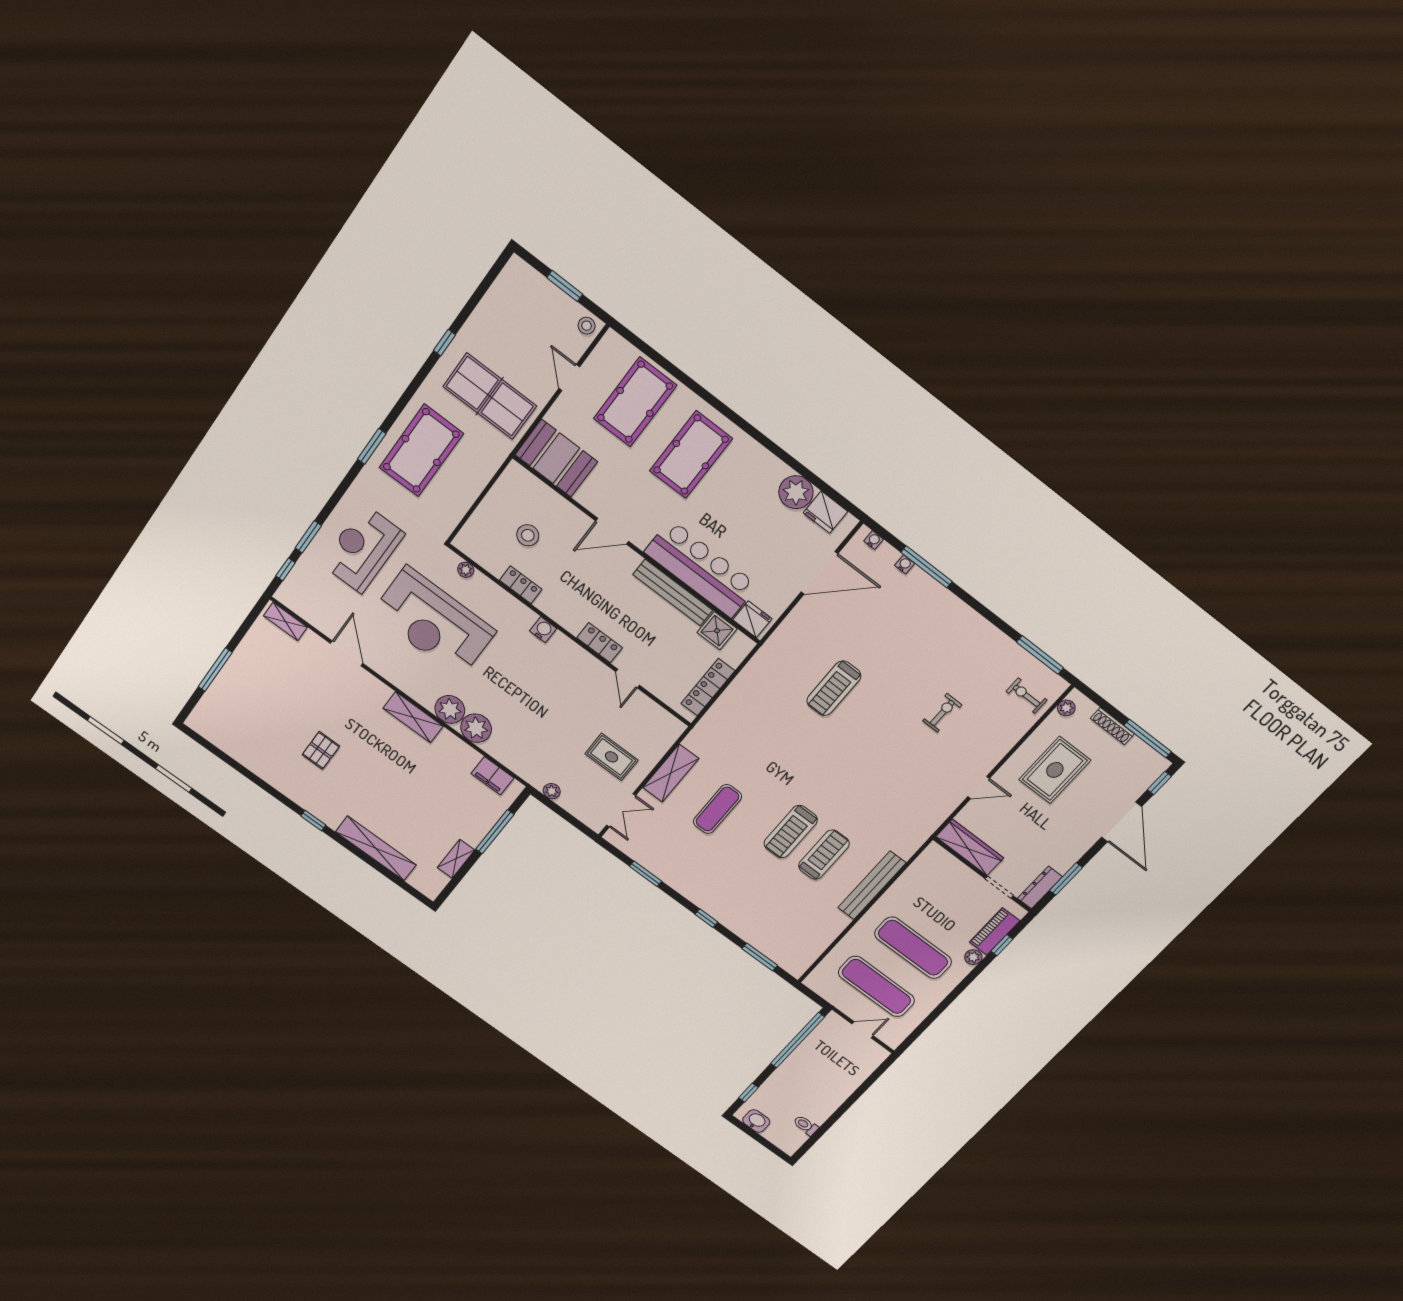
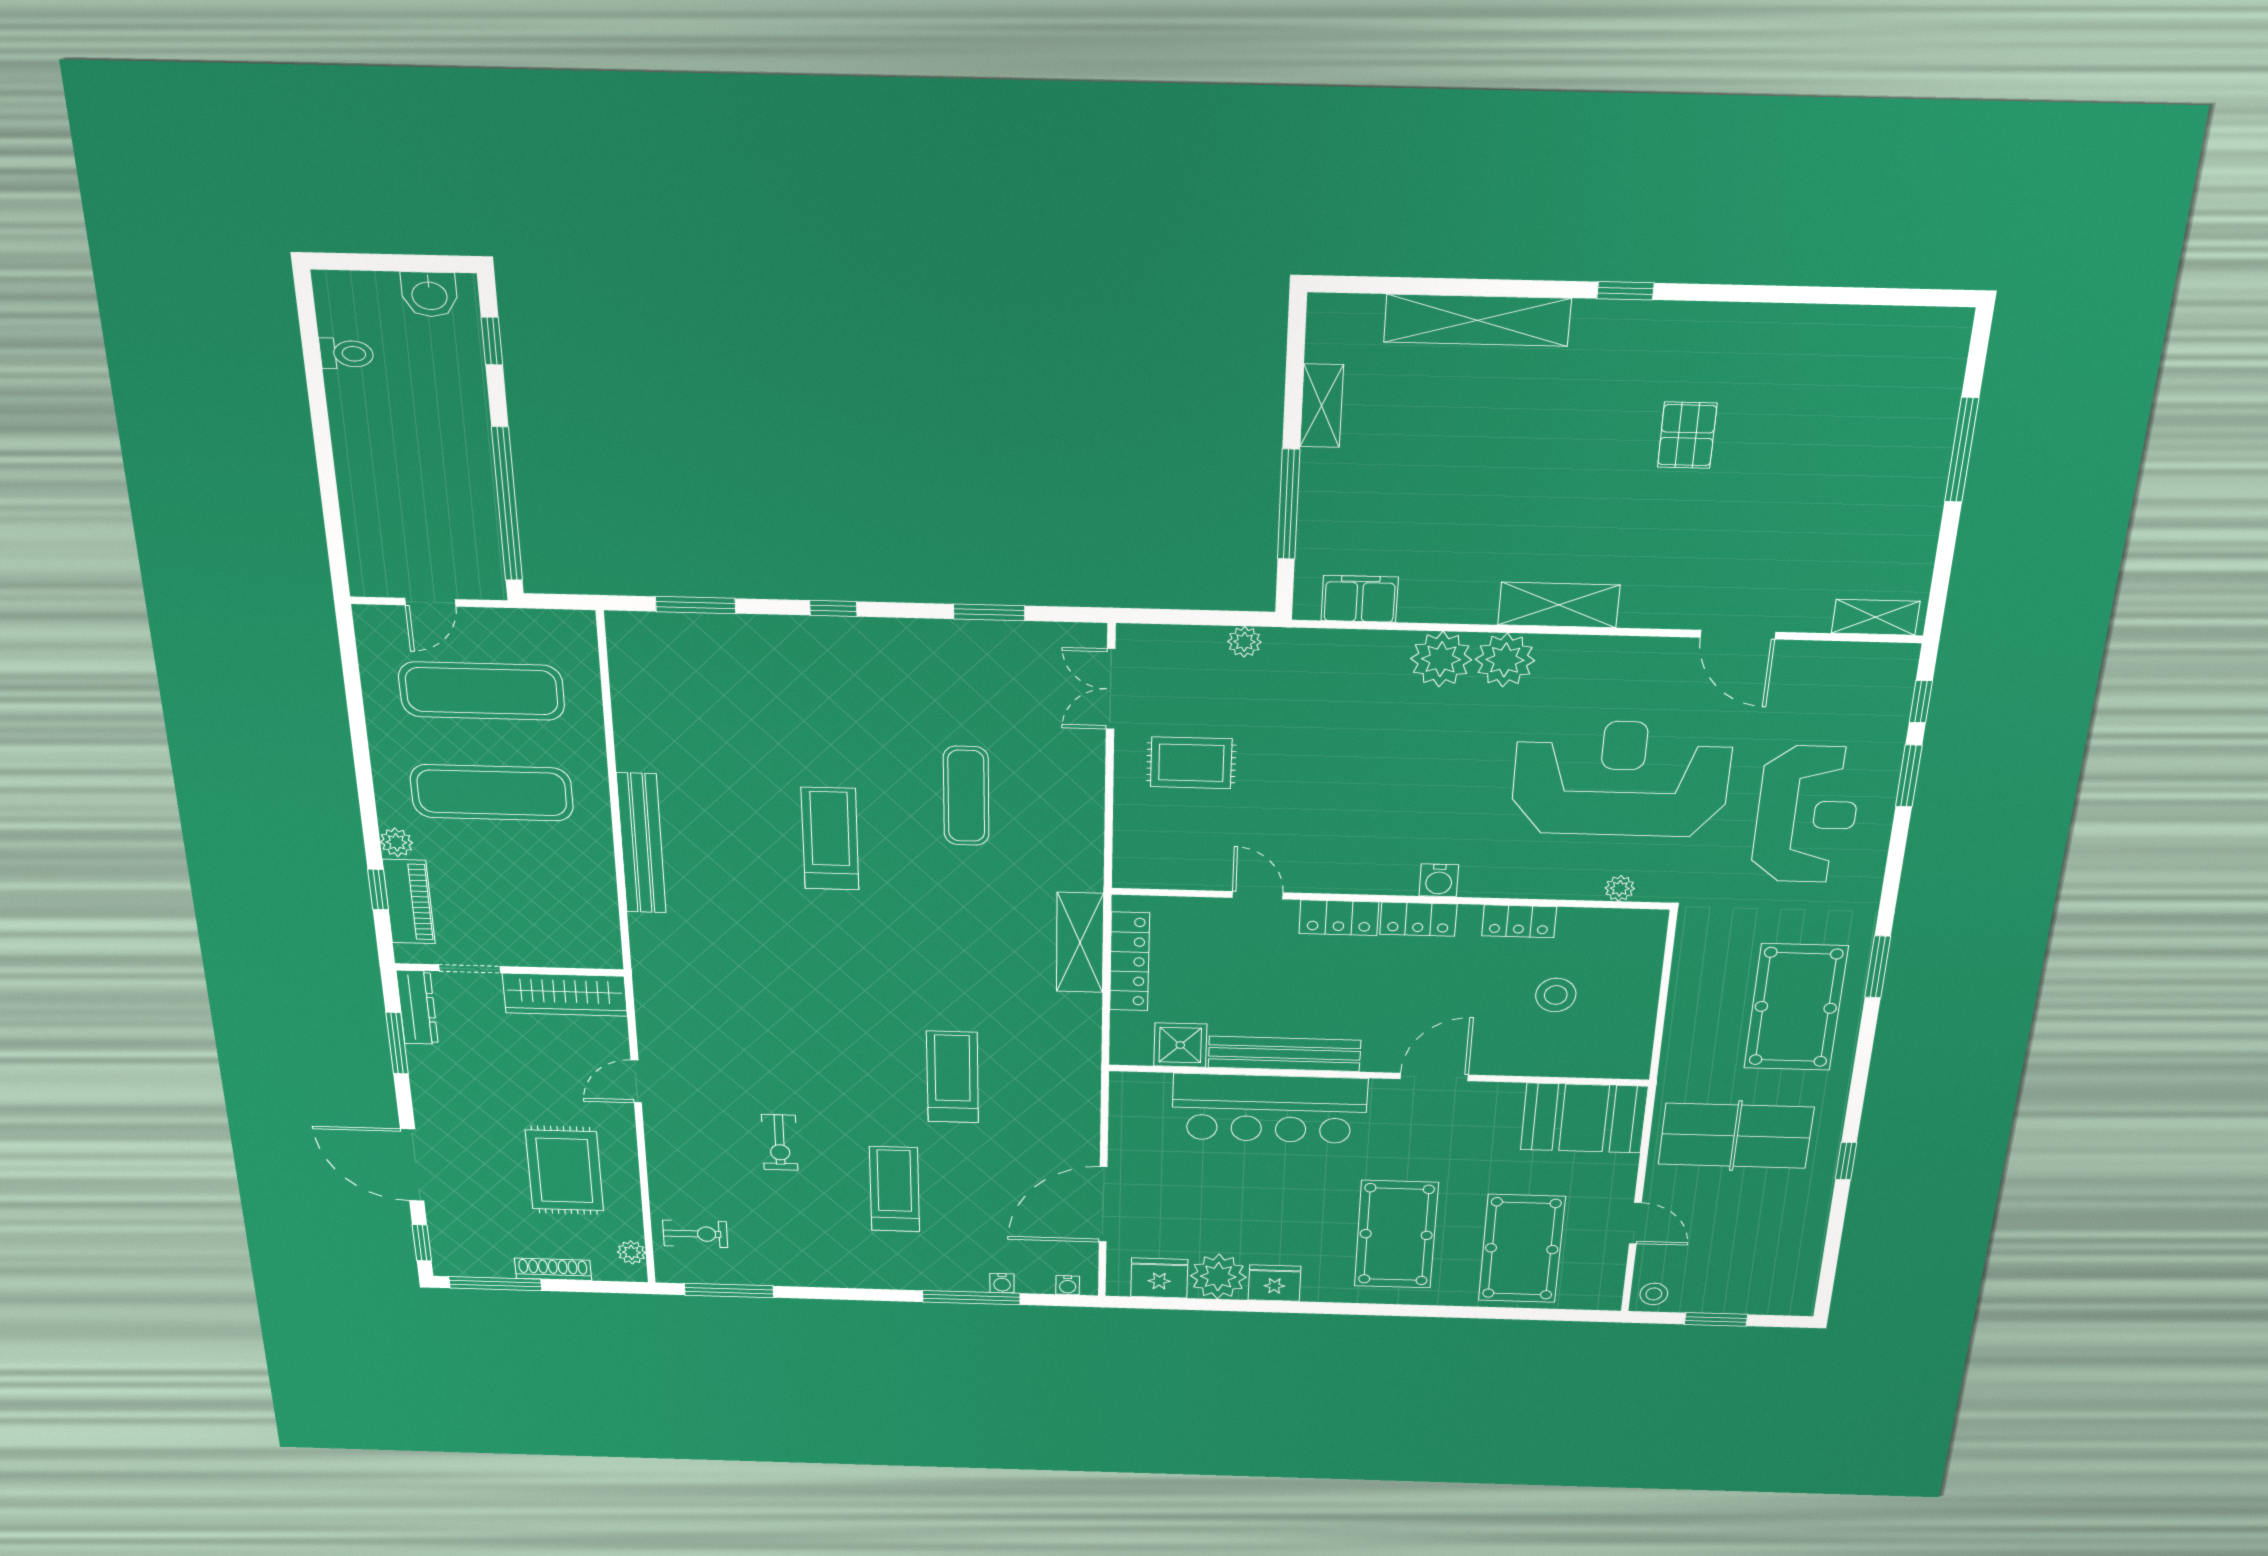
locker: (565, 617) -> (1418, 919), added
fridge: (752, 619) -> (1275, 1283), moved, turned 180
shelving: (671, 773) -> (1080, 943), moved
treadmill: (824, 855) -> (894, 1189), moved, turned 180

